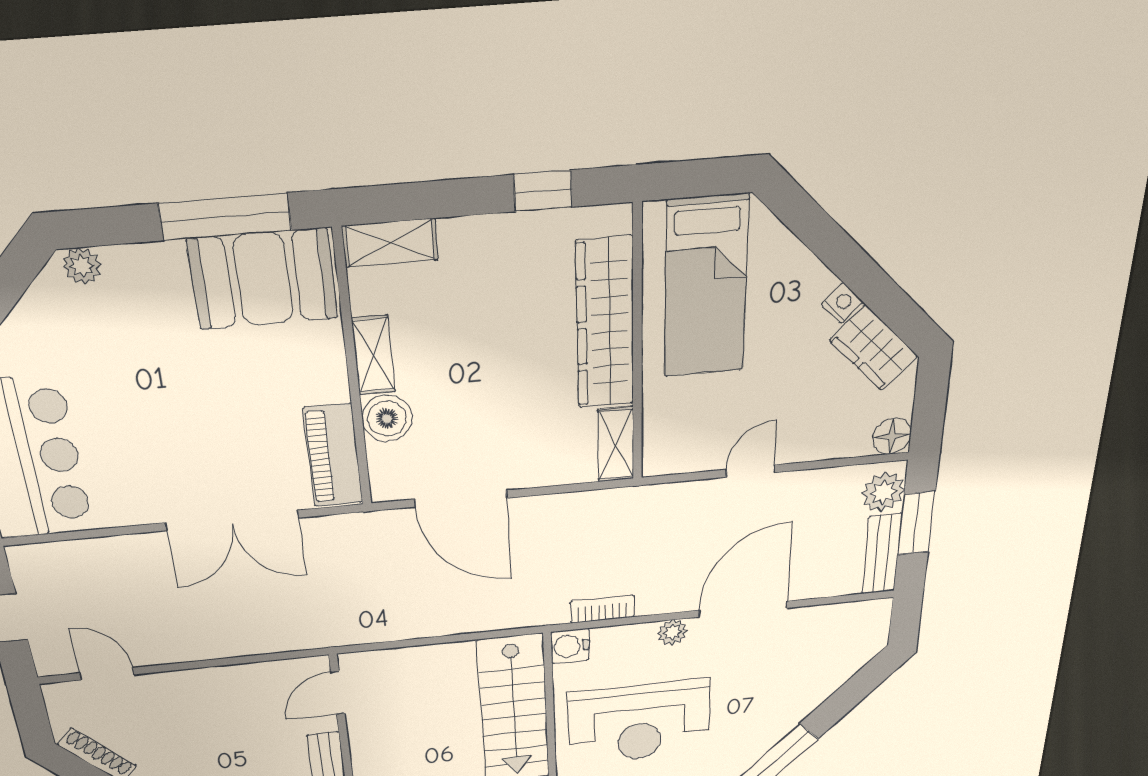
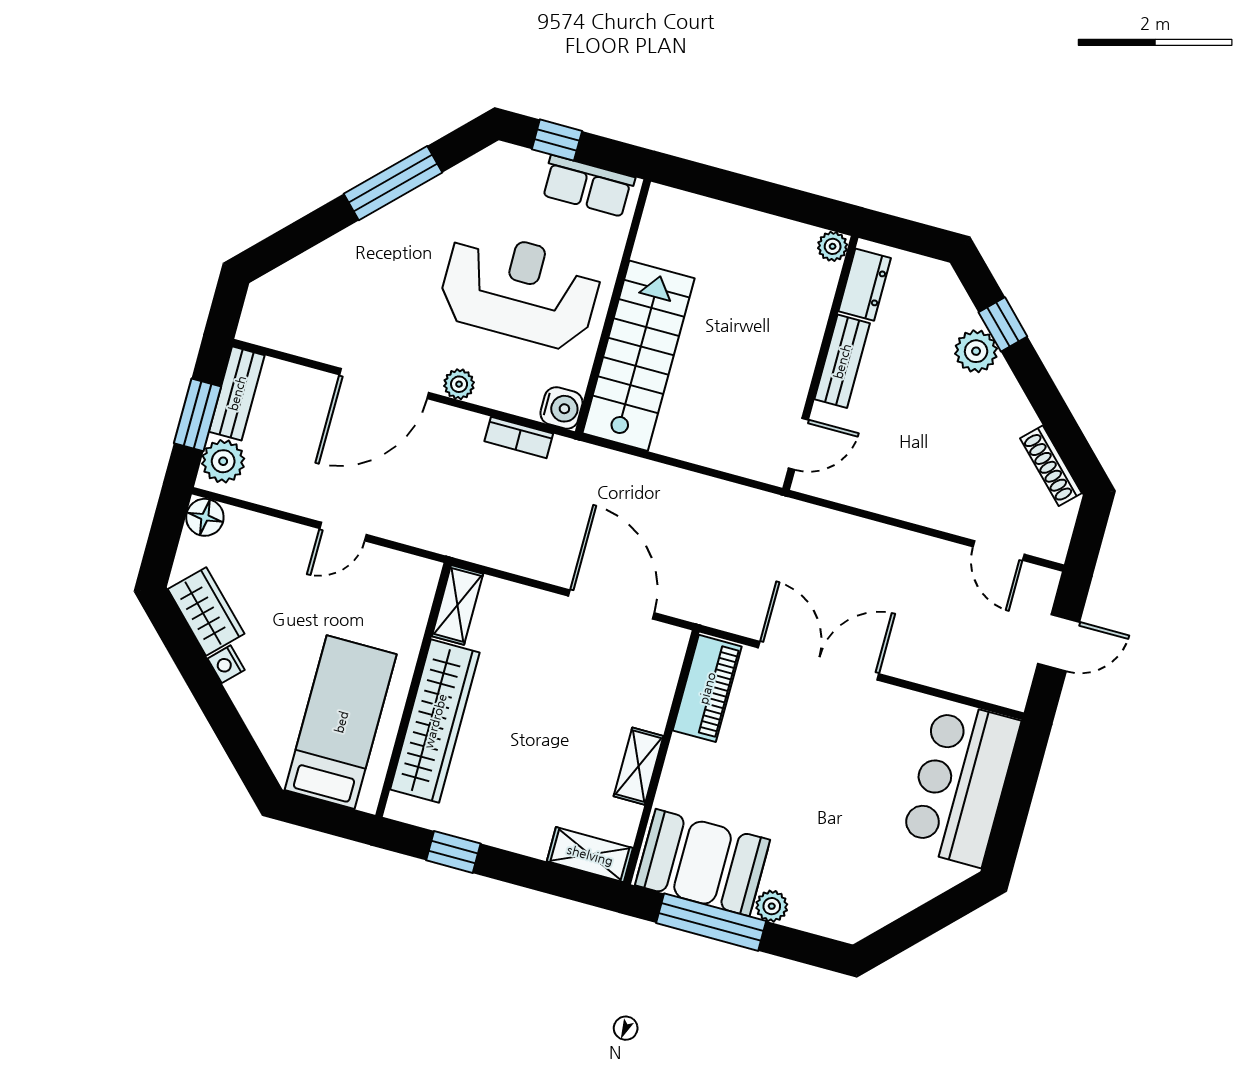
plant: (82, 266) -> (772, 906), moved
boiler: (387, 419) -> (648, 705), removed

